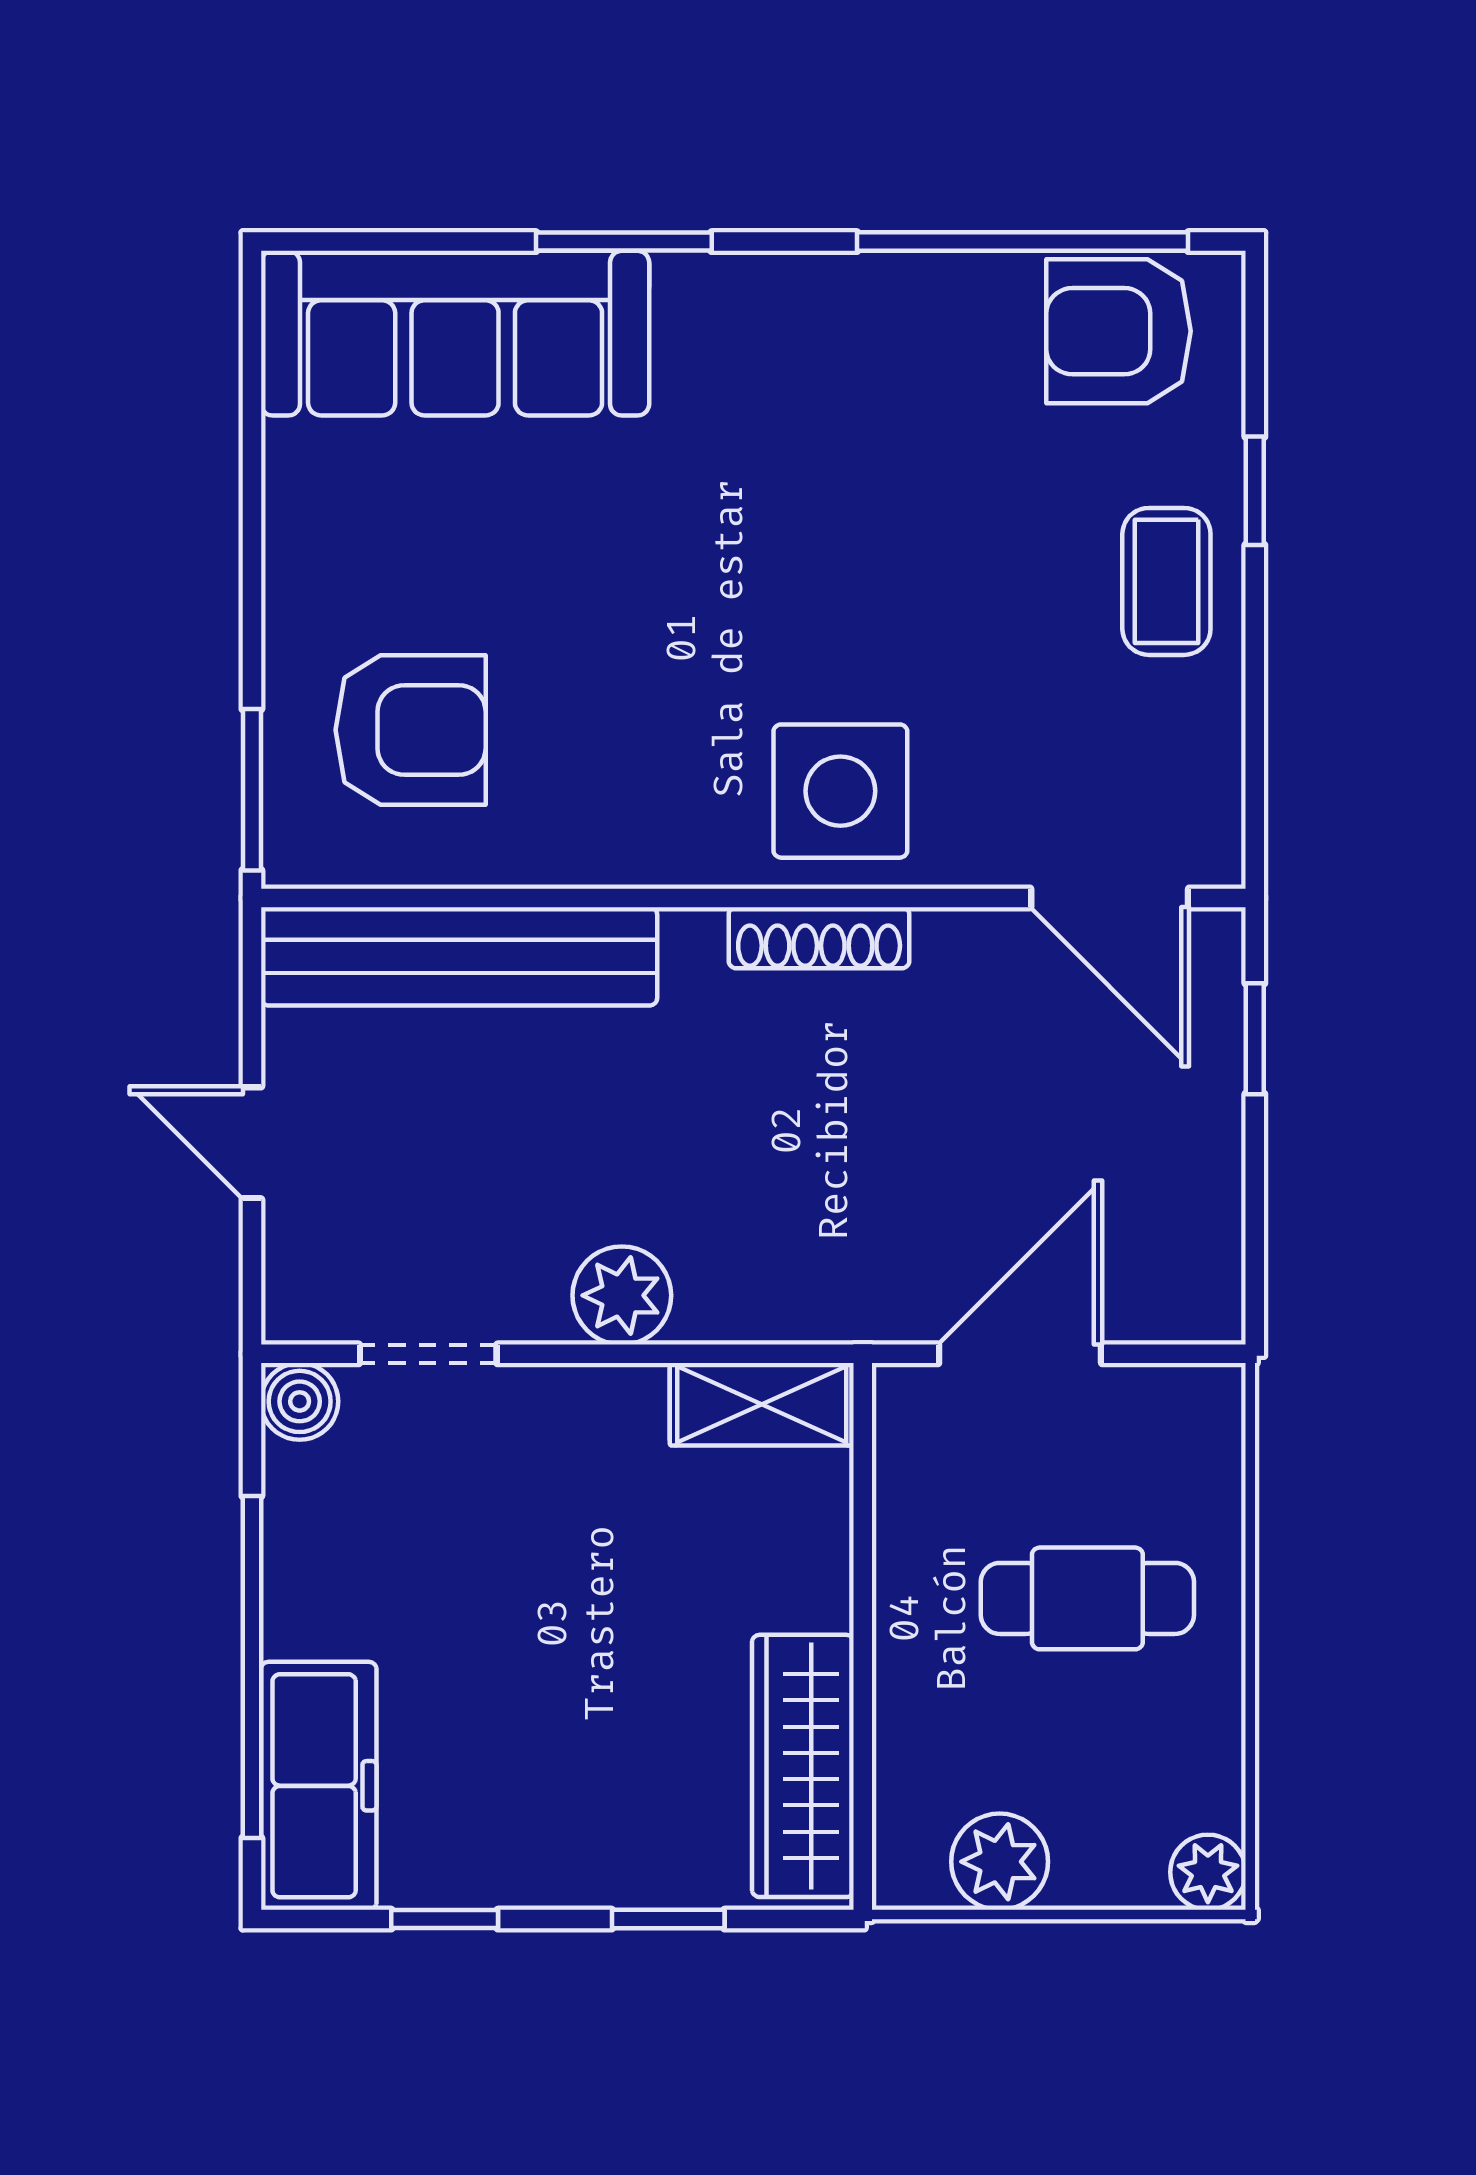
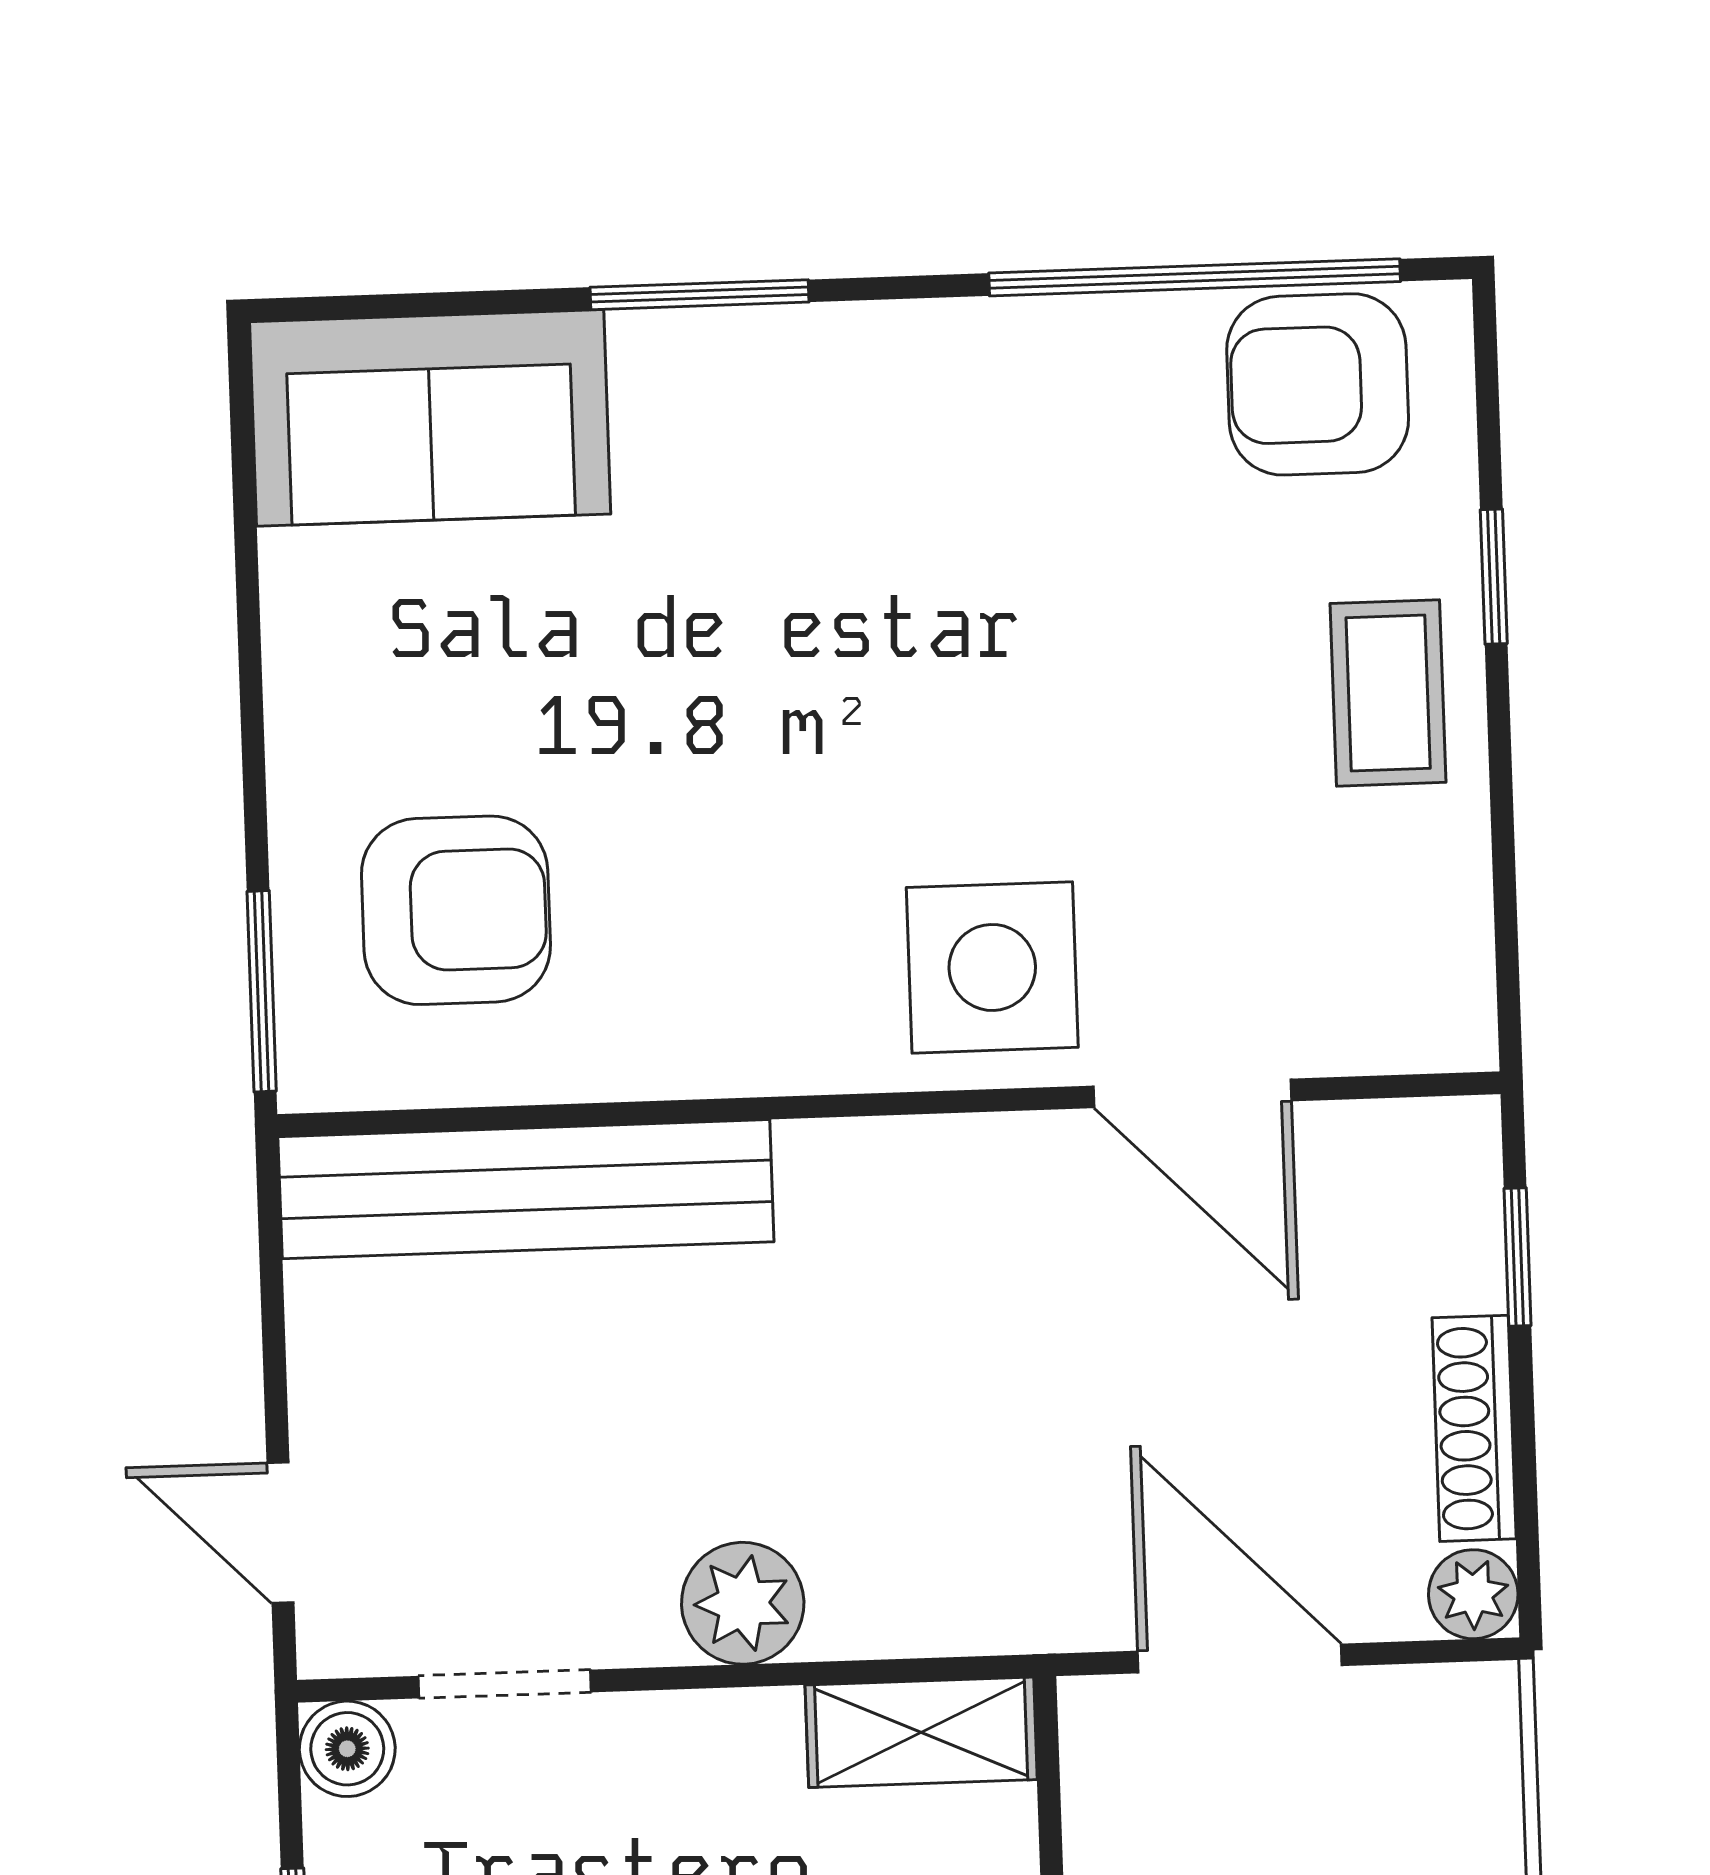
sofa: (455, 333) -> (430, 418), width x0.73
door: (1110, 898) -> (1192, 1093), moved
shoe rack: (819, 938) -> (1474, 1428), moved, turned 90
door: (252, 1143) -> (280, 1533), moved
plant: (1210, 1309) -> (1473, 1594), added
door: (1020, 1354) -> (1240, 1658), hinge flipped

